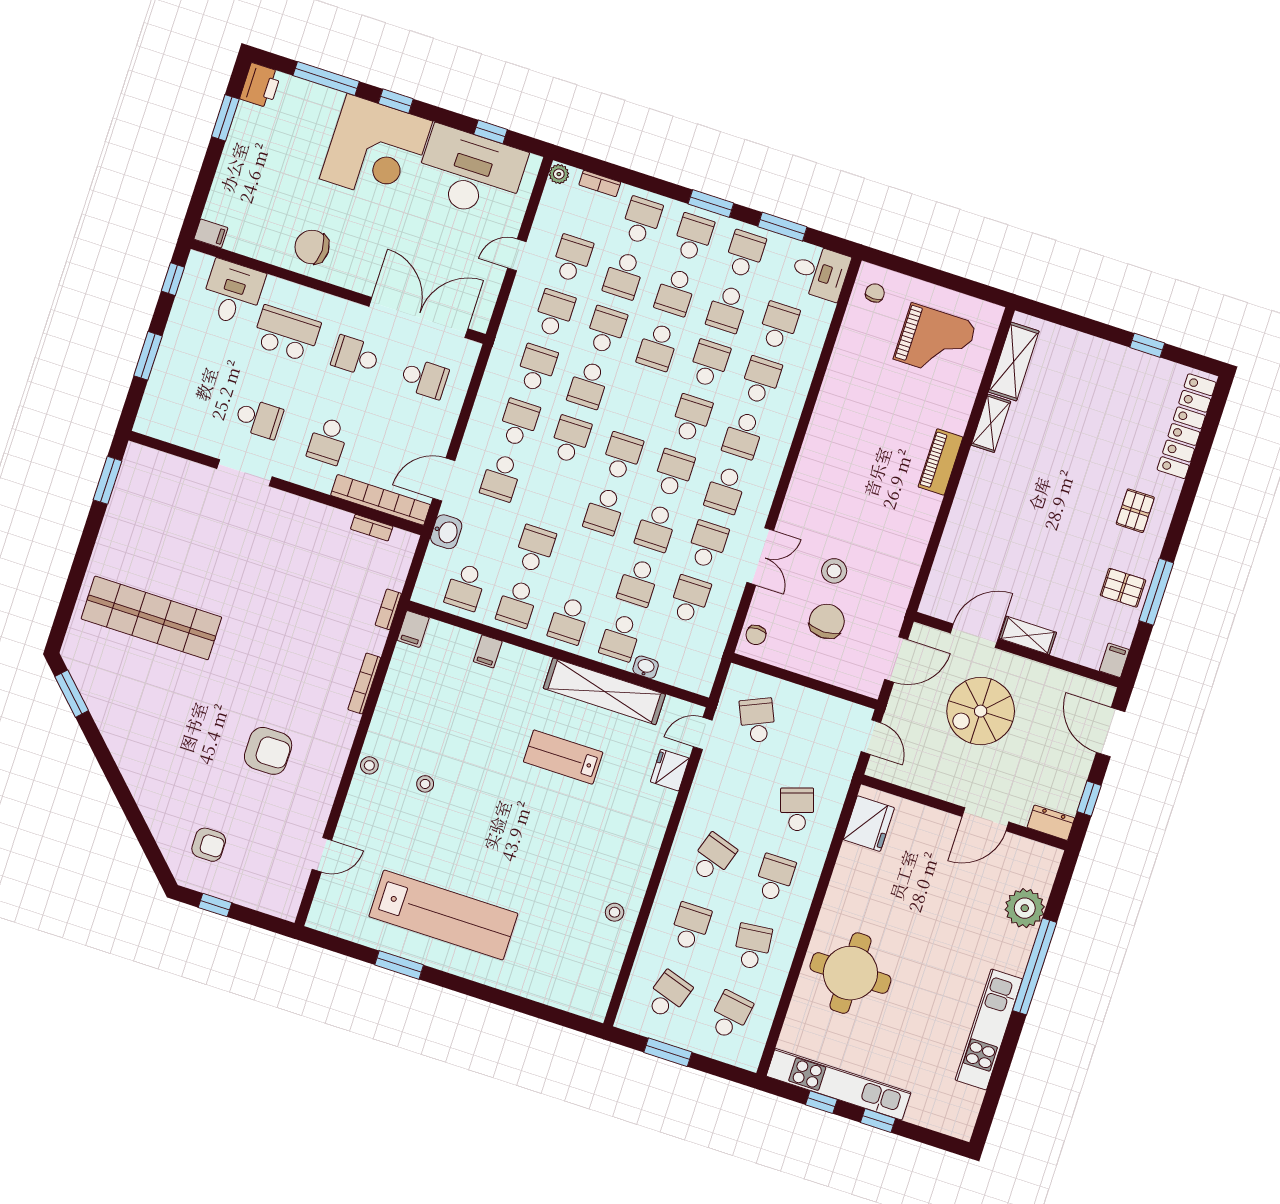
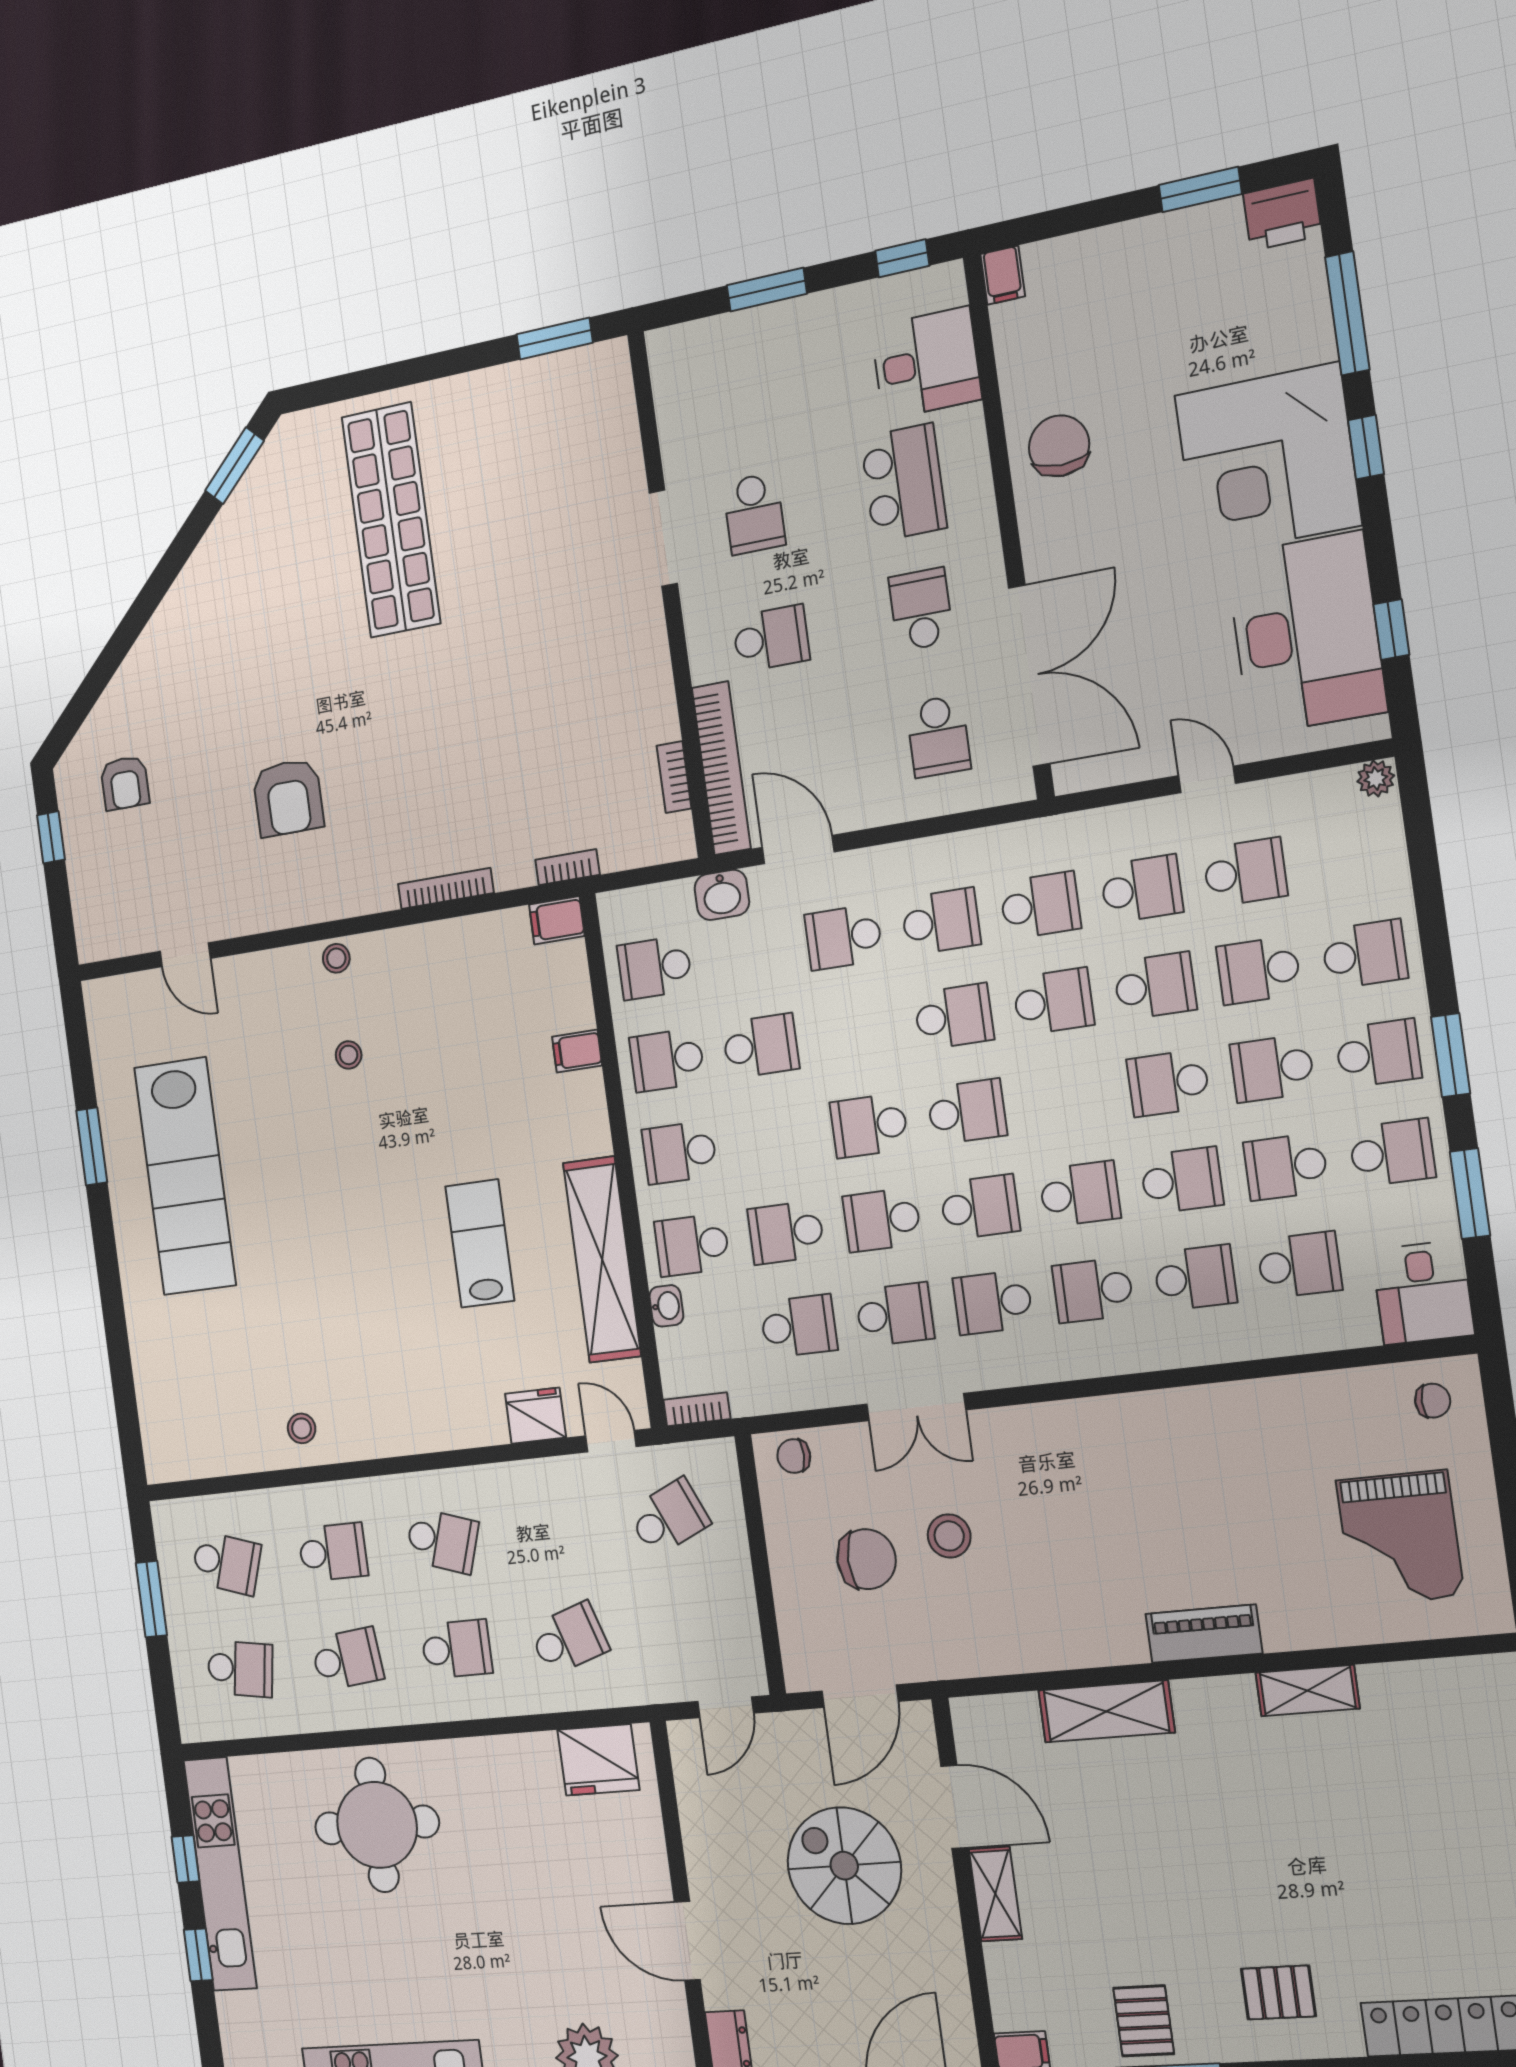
bookcase: (600, 184) -> (697, 1409), moved, turned 90
shelving: (1014, 362) -> (1106, 1711), moved
school desk: (588, 385) -> (1053, 1001), turned 180
school desk: (328, 441) -> (771, 638), turned 180
door: (896, 659) -> (860, 1696), hinge flipped

